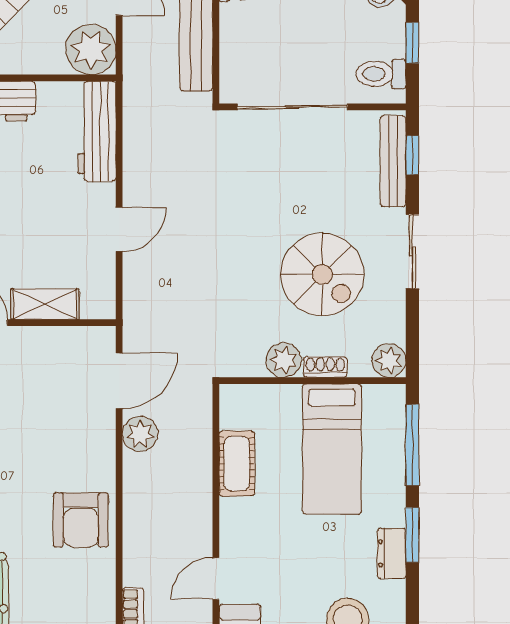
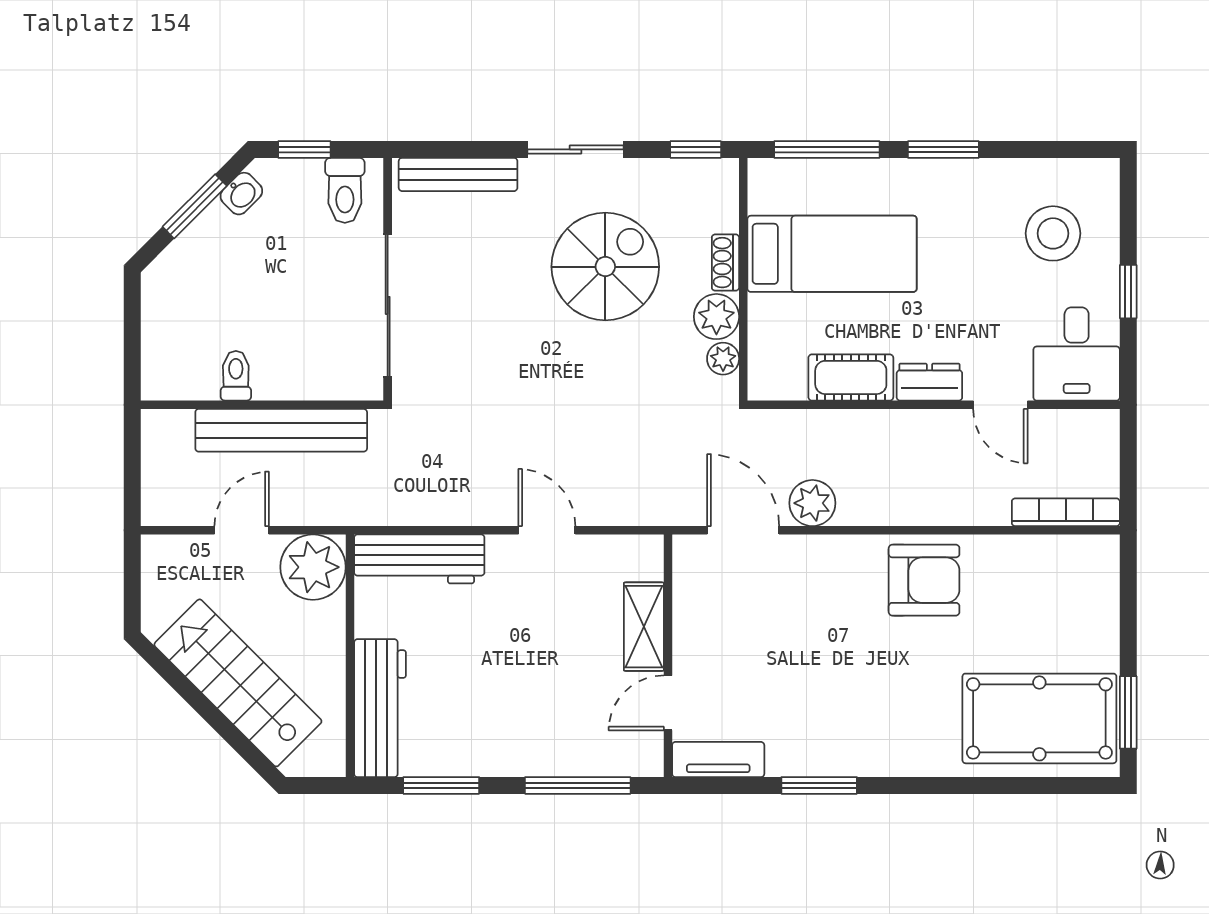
window: (412, 155) -> (696, 149), moved
plant: (389, 360) -> (723, 359), moved, width x0.73, depth x0.73
dresser: (392, 553) -> (929, 382), moved, turned 180

